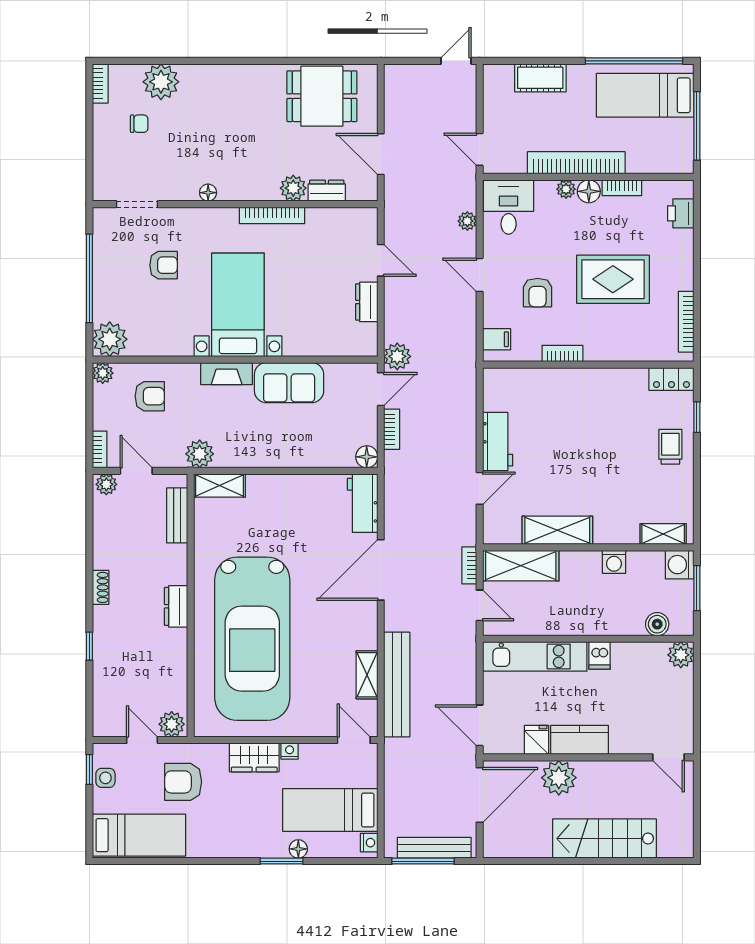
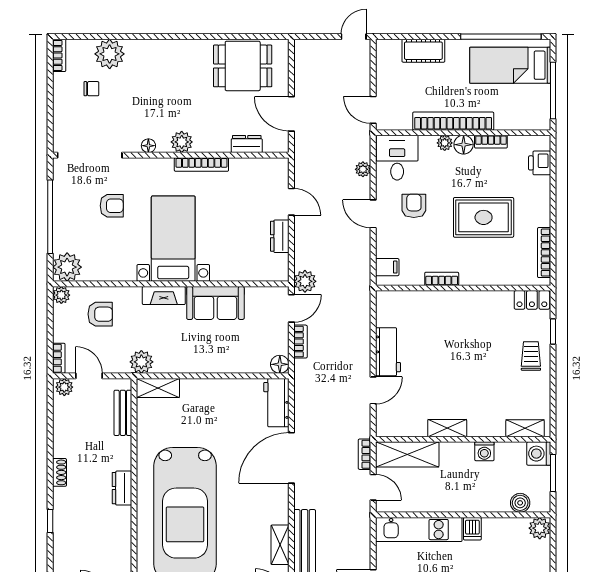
plant: (293, 188) -> (182, 142), moved
doorway: (137, 204) -> (90, 155), width x1.88
armchair: (538, 293) -> (414, 206), moved, turned 180
shelving: (557, 530) -> (447, 428), width x0.67, depth x0.75

